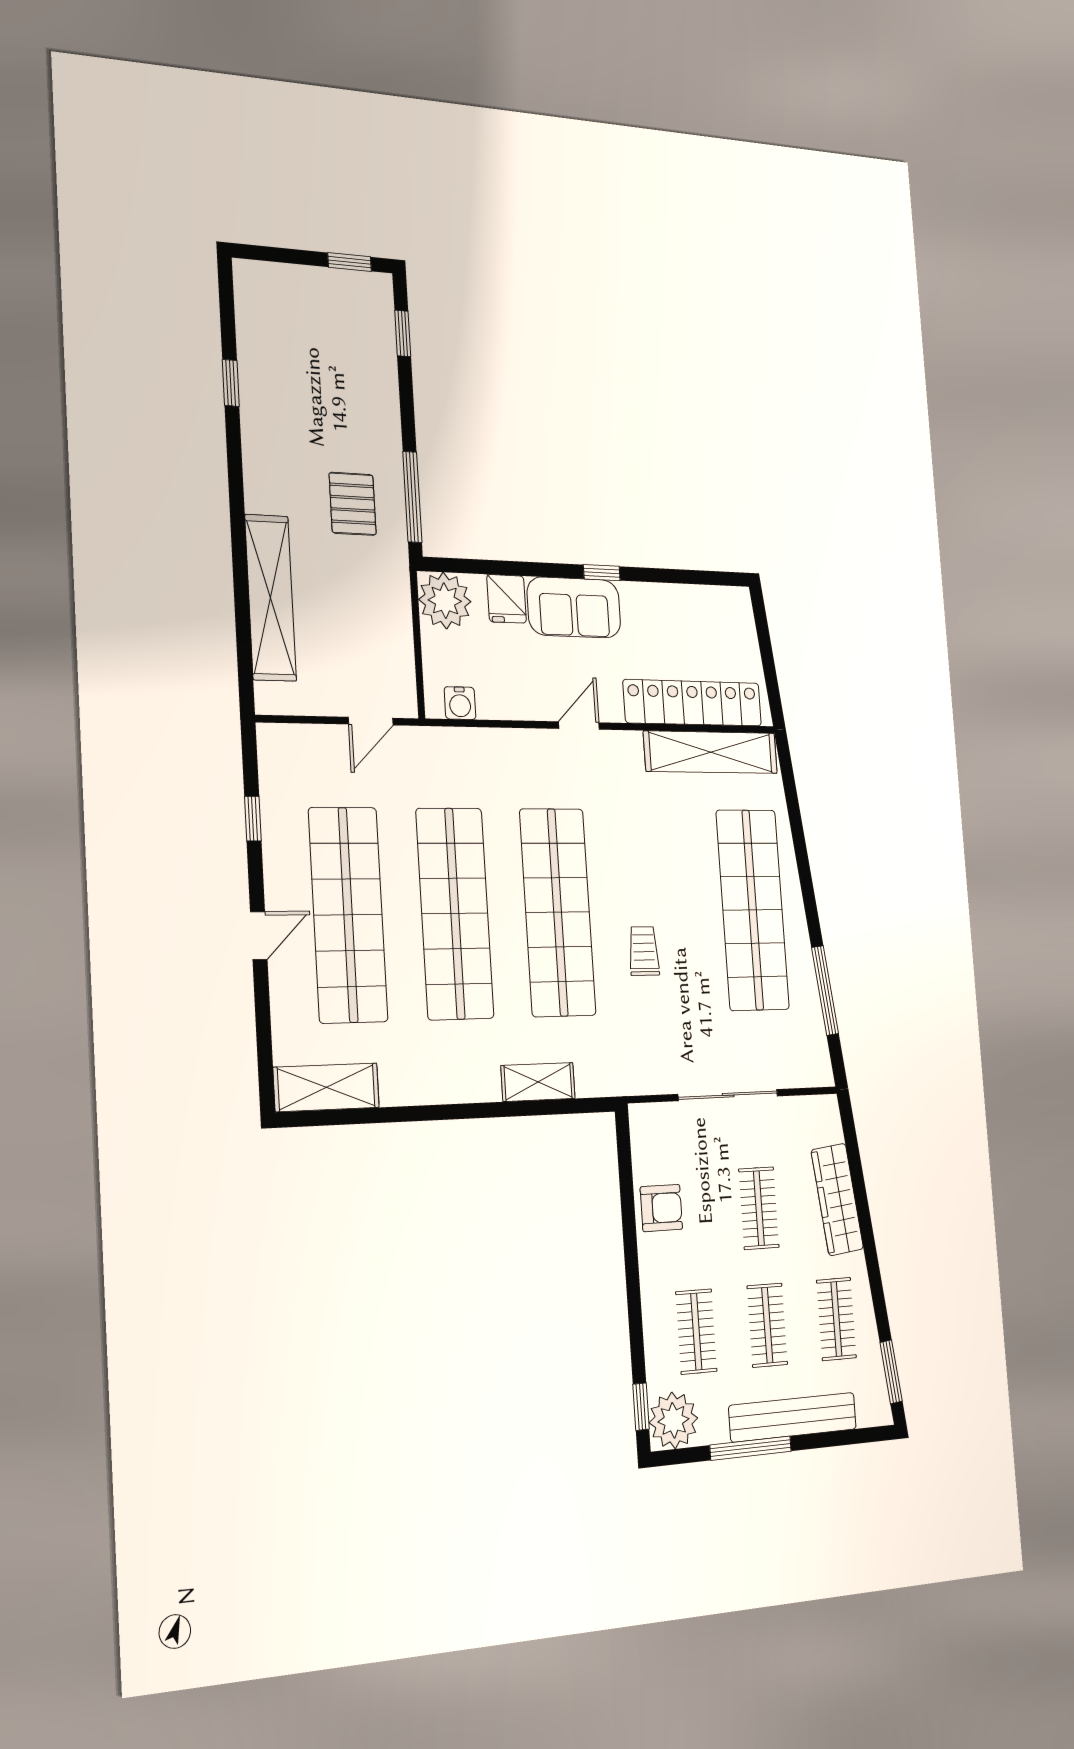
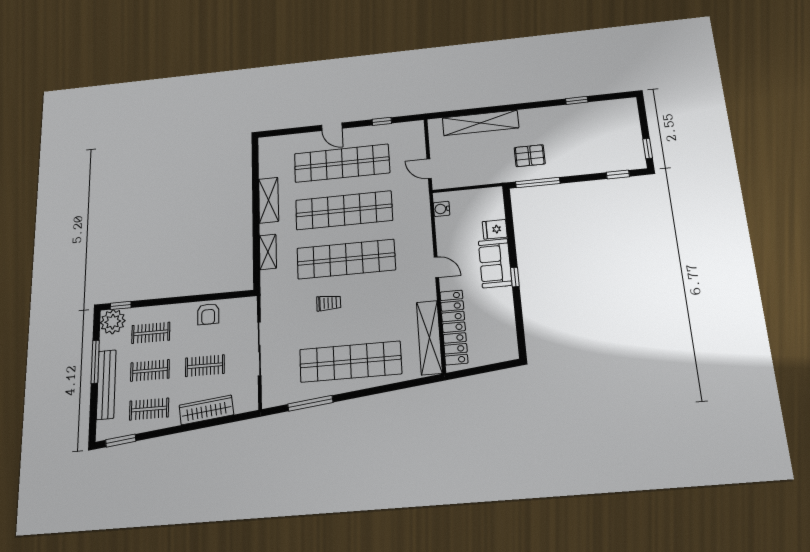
plant: (445, 601) -> (490, 200), removed
shelving: (326, 1087) -> (269, 200), moved

